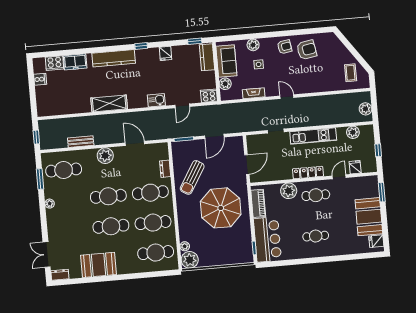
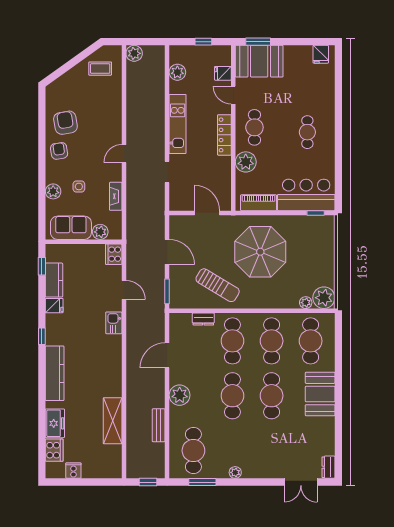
kitchen counter: (207, 57) -> (54, 280), moved, turned -90
shelving: (109, 103) -> (113, 421), moved
plant: (365, 109) -> (134, 53), moved
booth: (369, 217) -> (259, 61), moved
booth: (98, 265) -> (320, 394), moved

